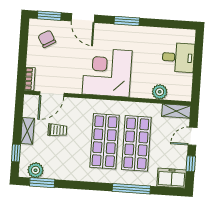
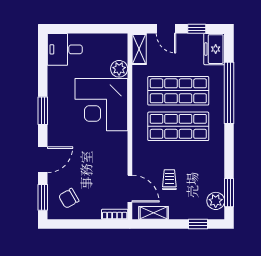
desk: (178, 57) -> (65, 49), moved, turned -90
corner desk: (107, 72) -> (101, 105), moved
shelving: (27, 131) -> (154, 213), moved
window: (131, 189) -> (229, 93), width x1.46

